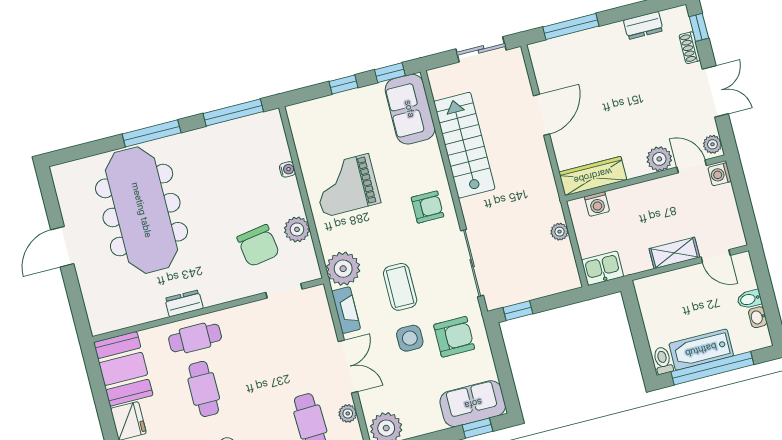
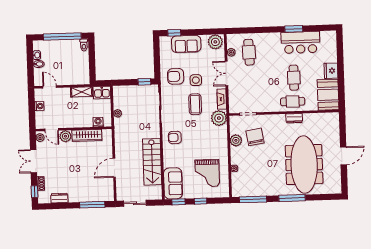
washing machine: (720, 174) -> (39, 106), moved
wardrobe: (593, 176) -> (87, 135), moved
grand piano: (346, 185) -> (207, 173), moved, turned 90
shelving: (674, 253) -> (82, 92), moved
bathtub: (701, 350) -> (65, 46), removed
sofa: (473, 404) -> (186, 44), moved

